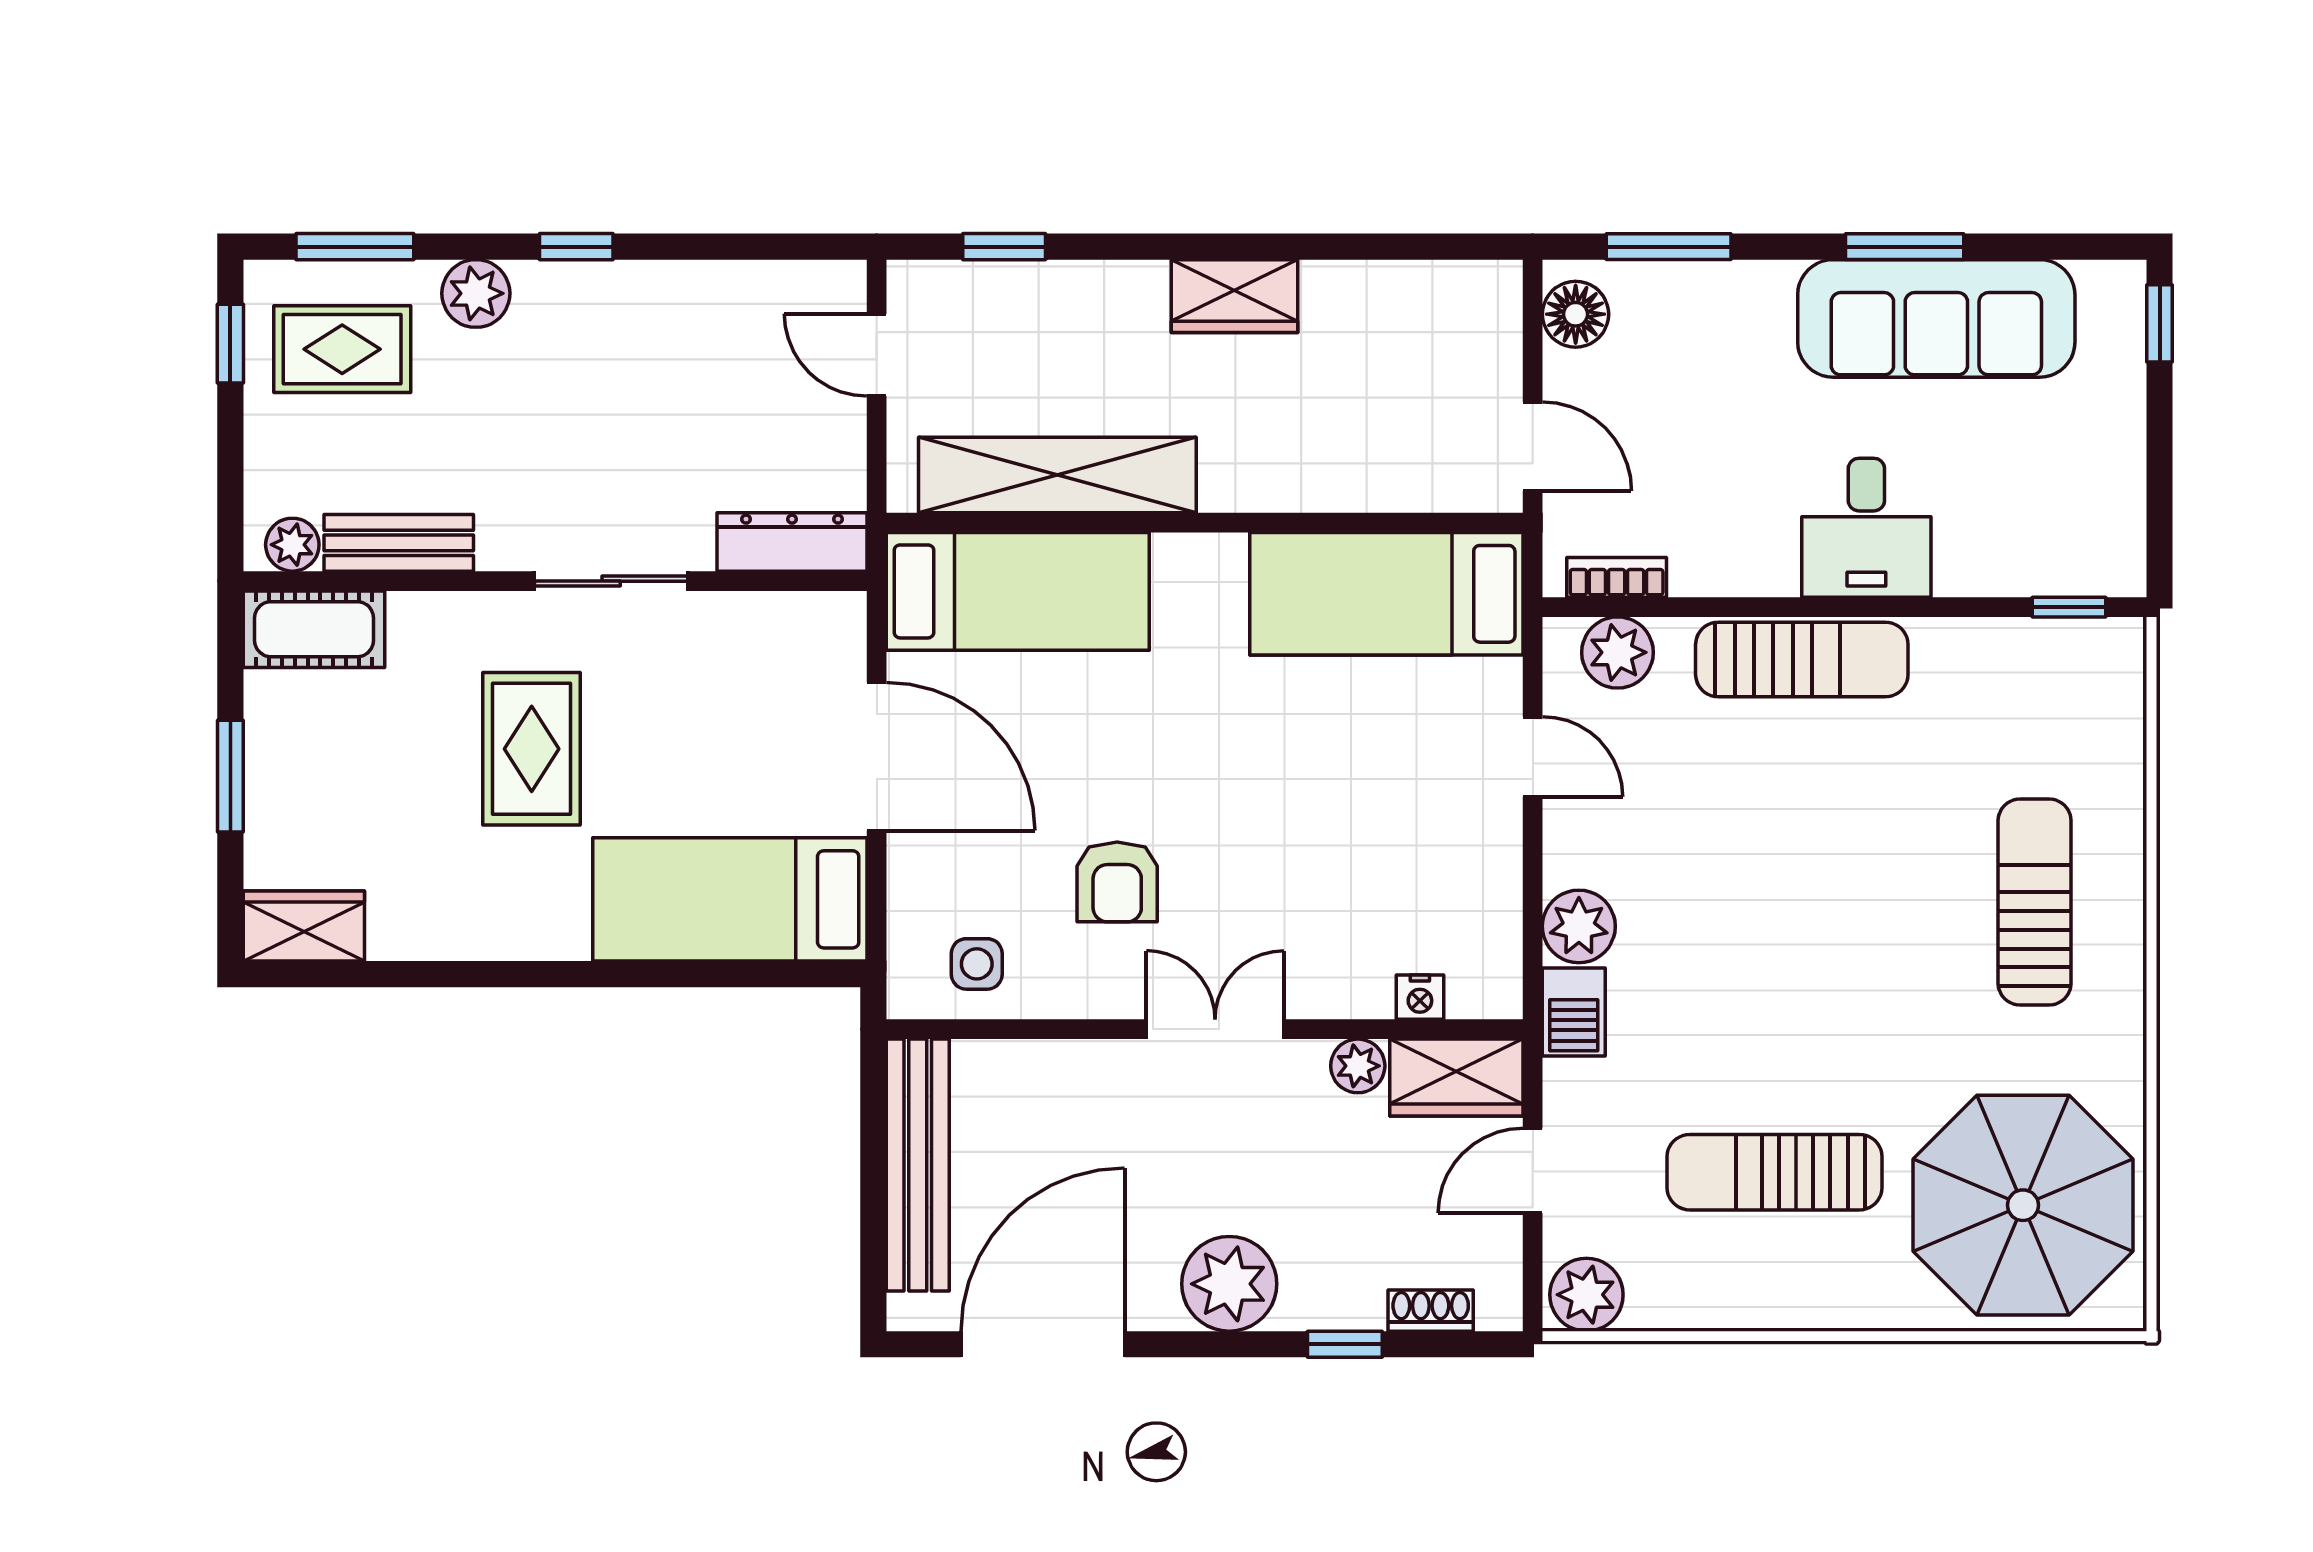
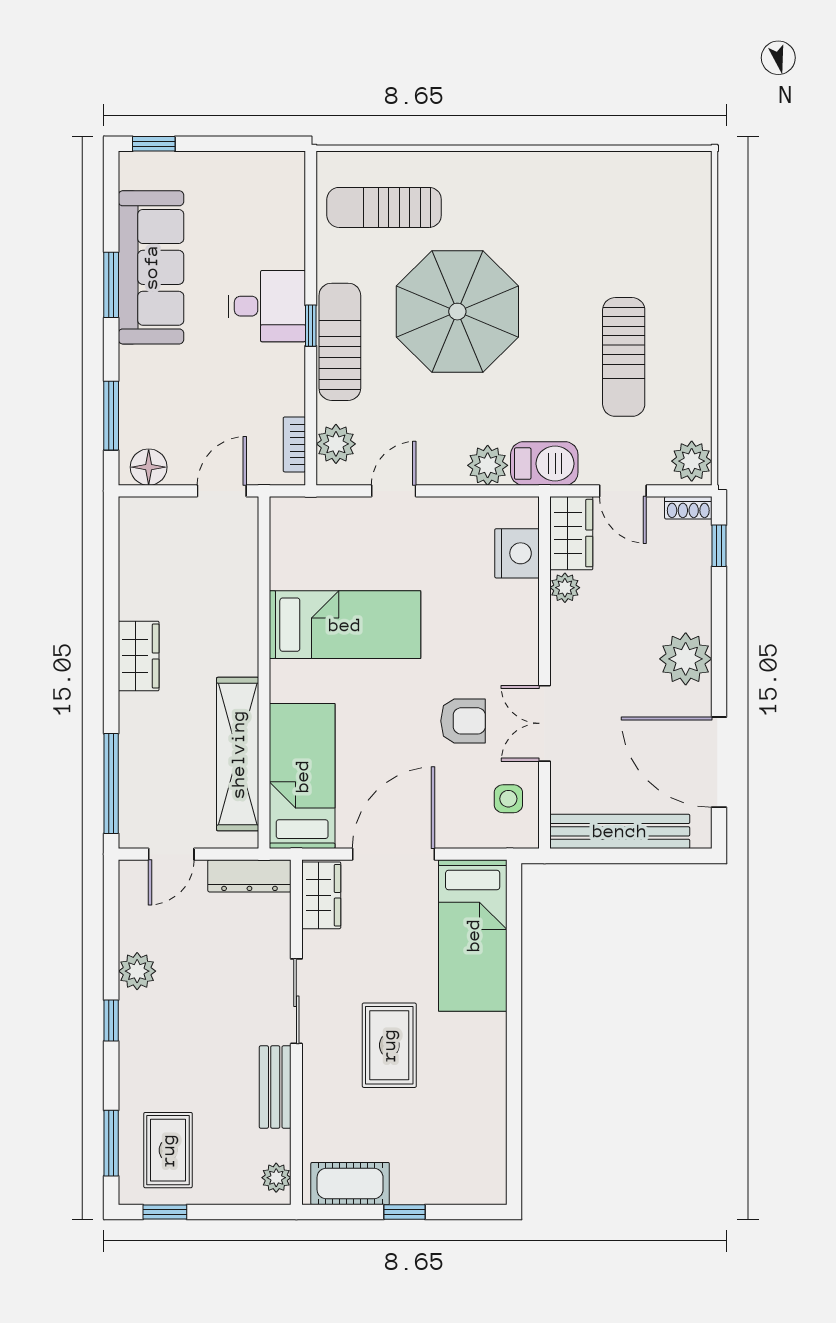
window: (1004, 247) -> (111, 784), width x2.17
plant: (476, 293) -> (137, 971), moved
dresser: (792, 542) -> (249, 876), moved, turned -90
bench: (399, 543) -> (275, 1087), moved
bed: (1386, 594) -> (345, 625), moved, turned -90
window: (2069, 607) -> (311, 326), moved
cot: (314, 629) -> (350, 1184), moved, turned 90
rug: (532, 749) -> (389, 1045), turned 90
window: (230, 776) -> (404, 1212), width x0.67
sun lounger: (2035, 902) -> (384, 207), moved
wardrobe: (304, 926) -> (321, 895), moved, turned 180
nightstand: (1420, 997) -> (517, 553), width x1.89, depth x1.79
barbecue: (1574, 1012) -> (544, 464), width x1.38, depth x1.27
double door: (1215, 1029) -> (545, 723), moved
parasol: (2023, 1205) -> (457, 312), moved
shoe rack: (1431, 1311) -> (688, 508), moved, turned -90
window: (1345, 1344) -> (719, 546), moved

